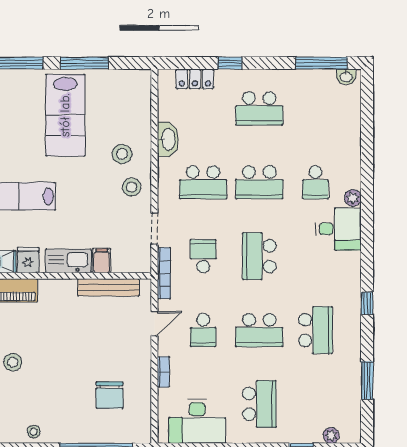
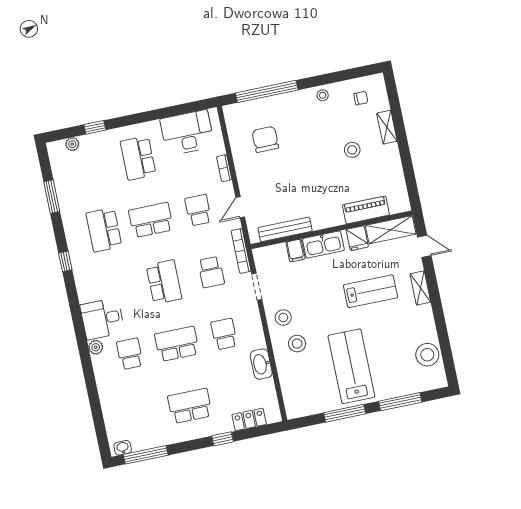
school desk: (203, 182) -> (224, 334), width x0.54

